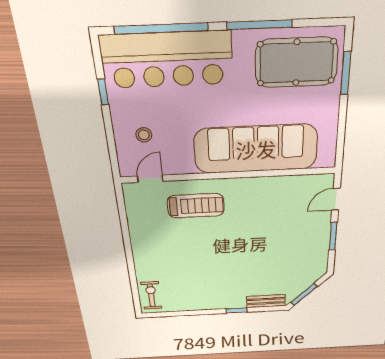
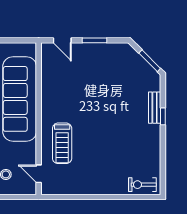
treadmill: (196, 206) -> (62, 143), turned 180
bench: (266, 301) -> (155, 108), moved

